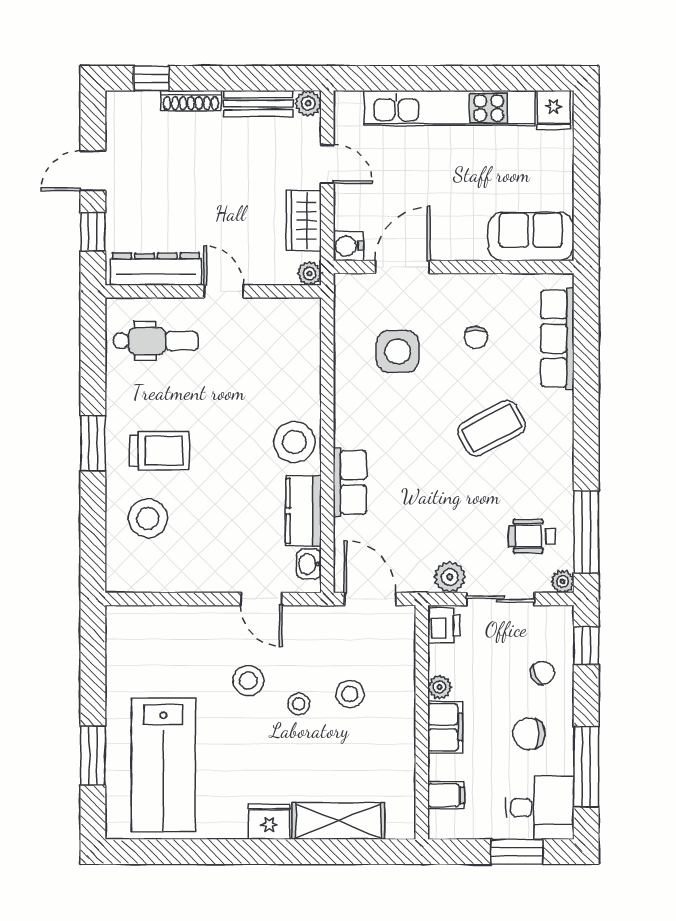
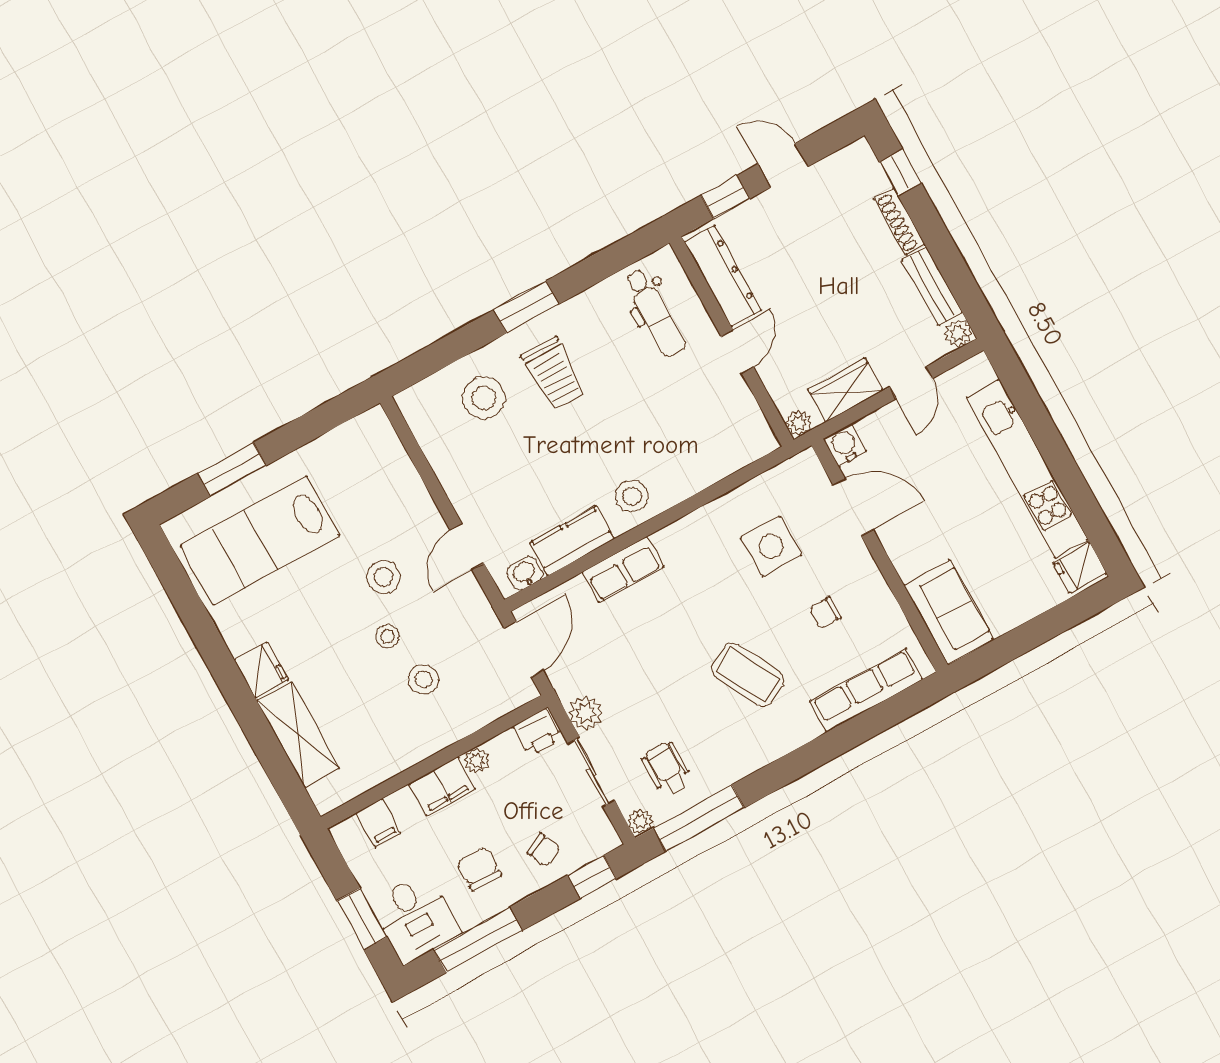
stool: (294, 442) -> (632, 496), width x0.73, depth x0.73

